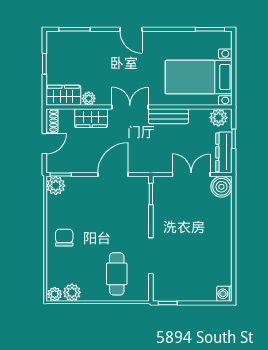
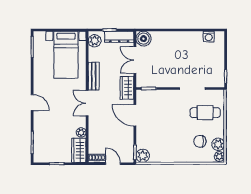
door: (131, 29) -> (32, 103), hinge flipped
wardrobe: (91, 118) -> (127, 88), moved, turned 180
chair: (64, 238) -> (200, 141), moved
washing machine: (224, 294) -> (209, 37), moved

